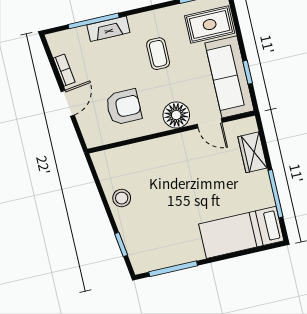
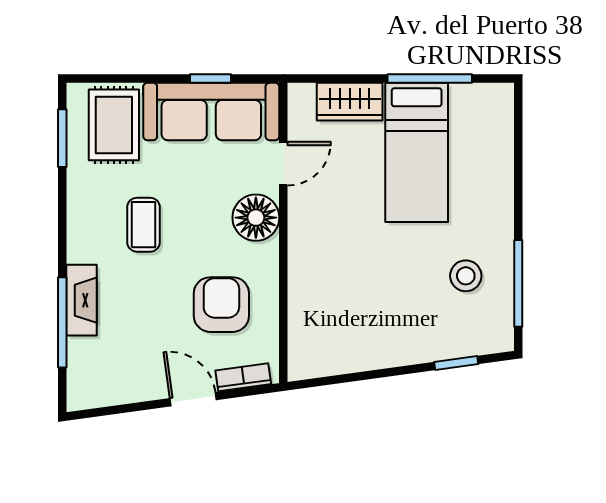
coffee table: (158, 54) -> (144, 225), turned 90
bookcase: (64, 70) -> (243, 377), moved
stool: (122, 198) -> (466, 276), moved
bed: (241, 232) -> (417, 152), moved

